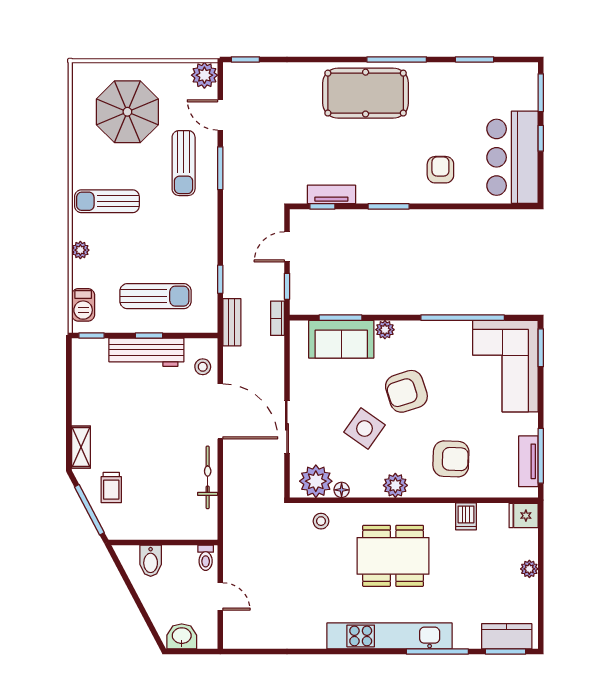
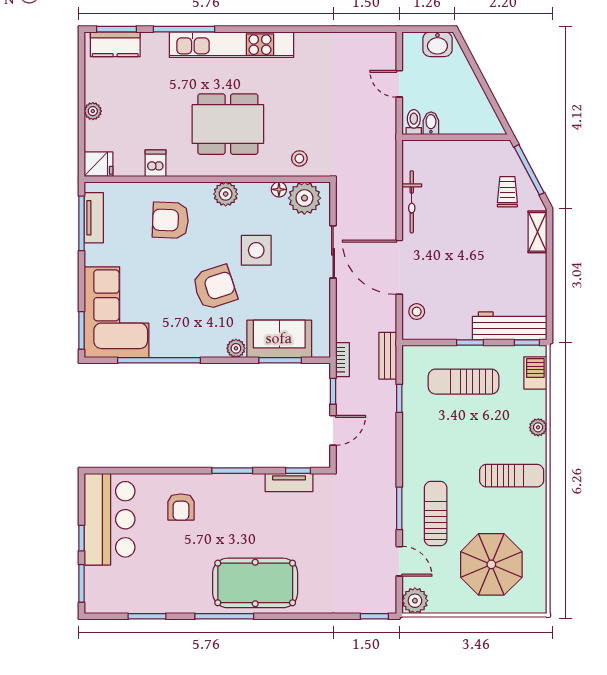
workbench: (146, 352) -> (510, 326), moved
side table: (365, 429) -> (256, 250), turned -35
bidet: (151, 561) -> (431, 123), moved, width x0.72, depth x0.74

